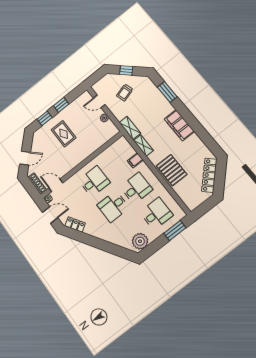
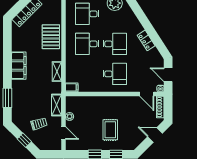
shelving: (130, 128) -> (56, 105), moved
filing cabinet: (135, 160) -> (72, 87), moved
desk: (94, 181) -> (115, 74), turned 180
locker: (75, 224) -> (146, 40), moved

